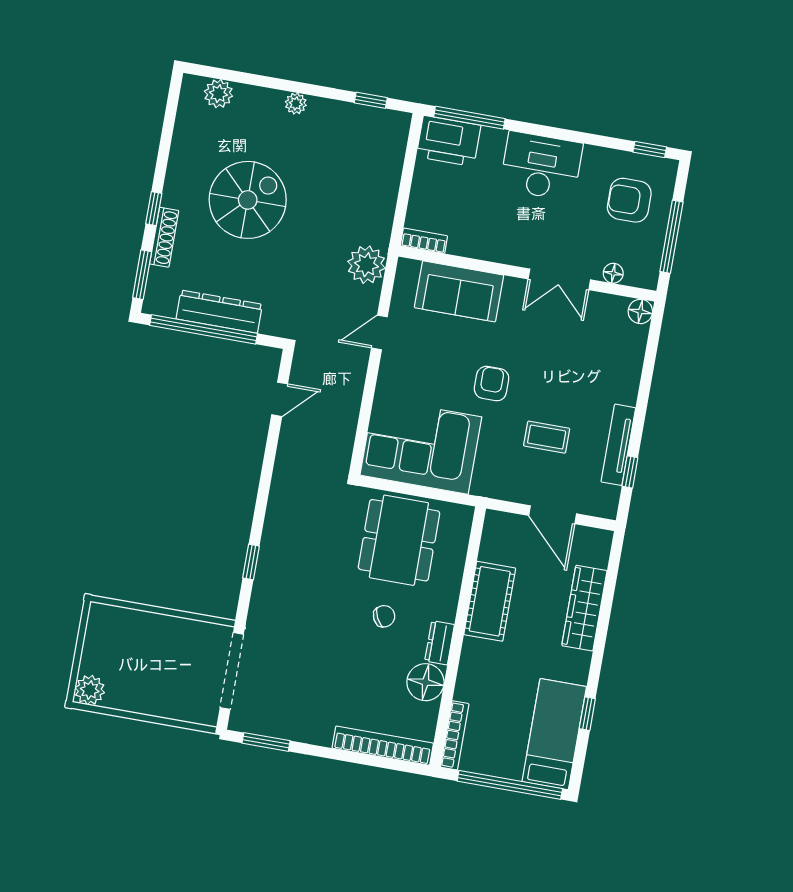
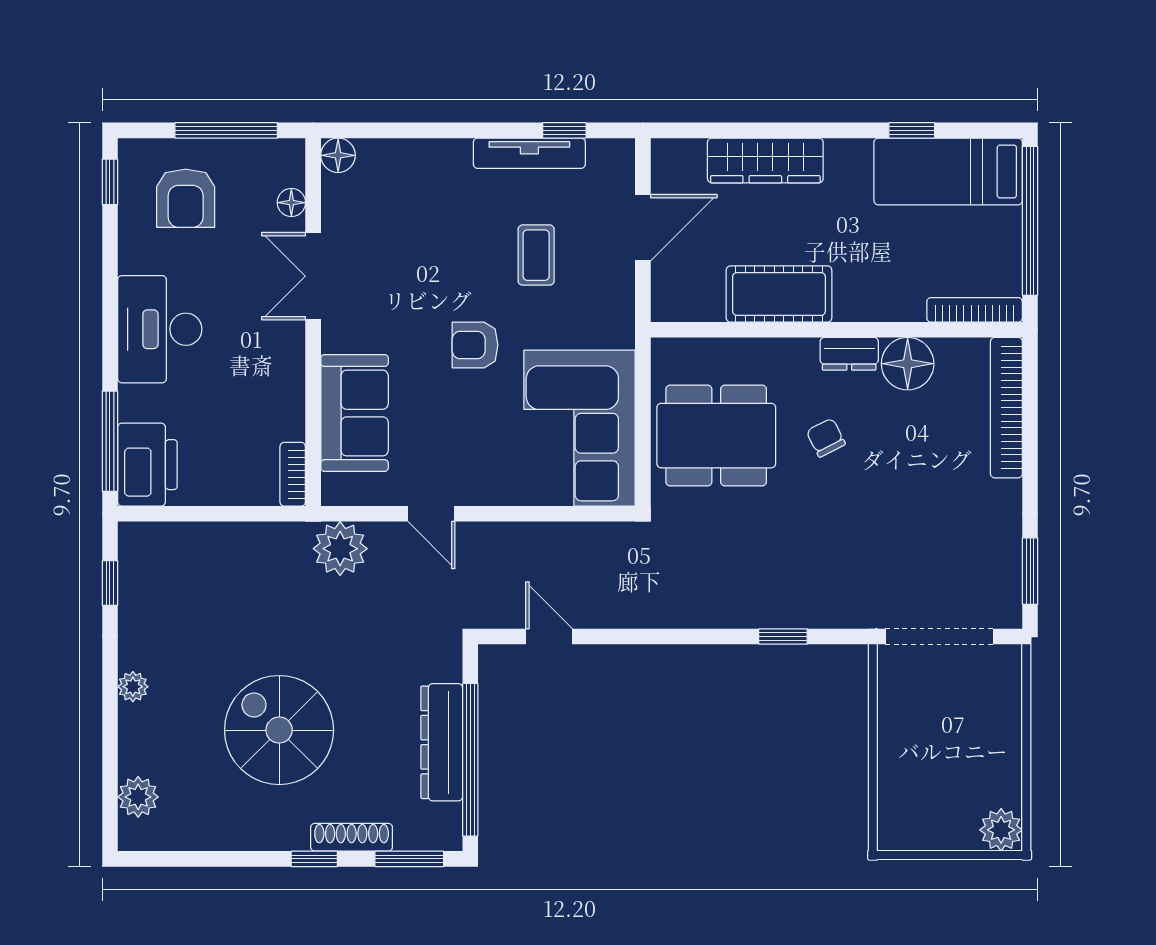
double door: (559, 279) -> (313, 276), swing flipped

